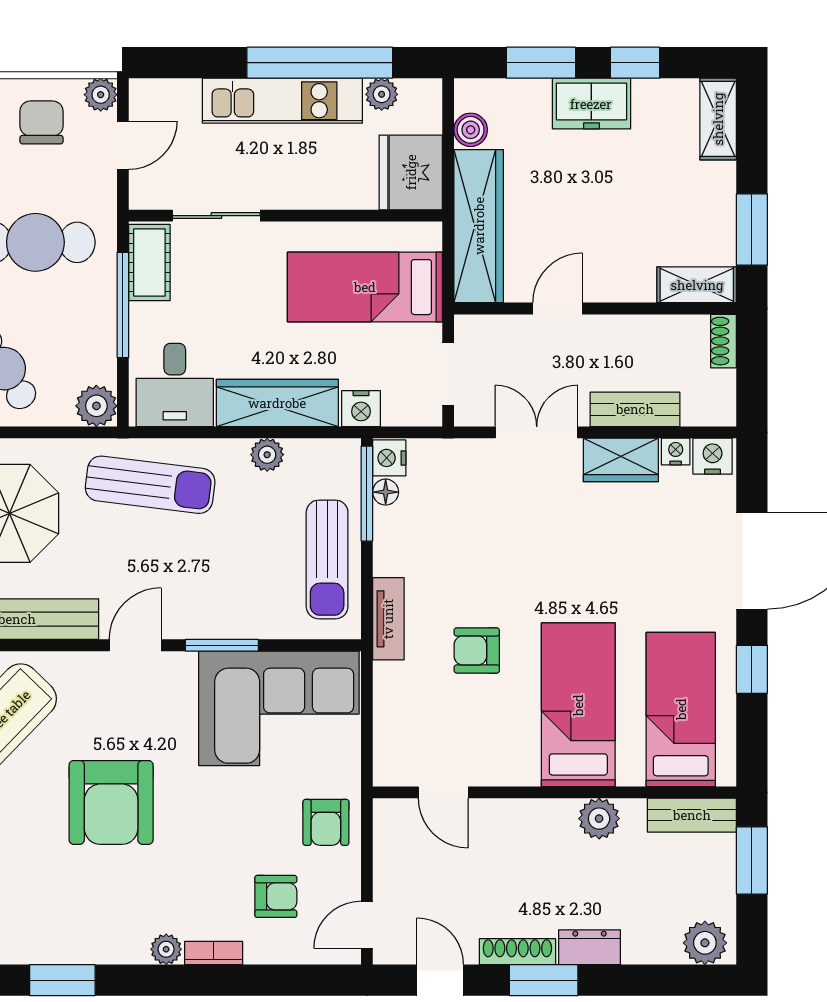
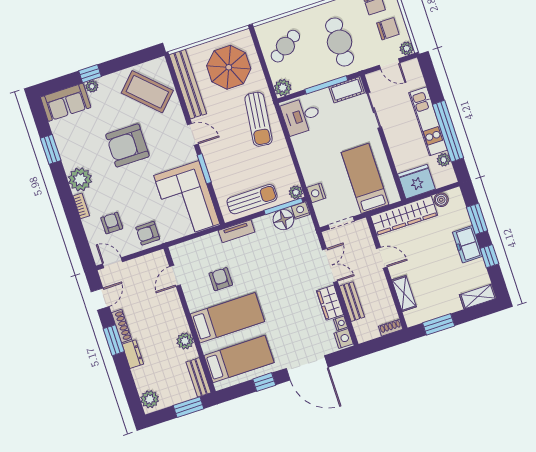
shelving: (697, 285) -> (404, 293), moved
wardrobe: (277, 403) -> (308, 159), removed
plant: (267, 455) -> (296, 192), moved
floor lamp: (386, 492) -> (283, 220), width x1.89, depth x1.89
sun lounger: (327, 559) -> (252, 199), turned 180
armchair: (477, 650) -> (221, 279), moved
armchair: (276, 896) -> (112, 223), turned 180
plant: (166, 949) -> (80, 179), width x1.87, depth x1.87

